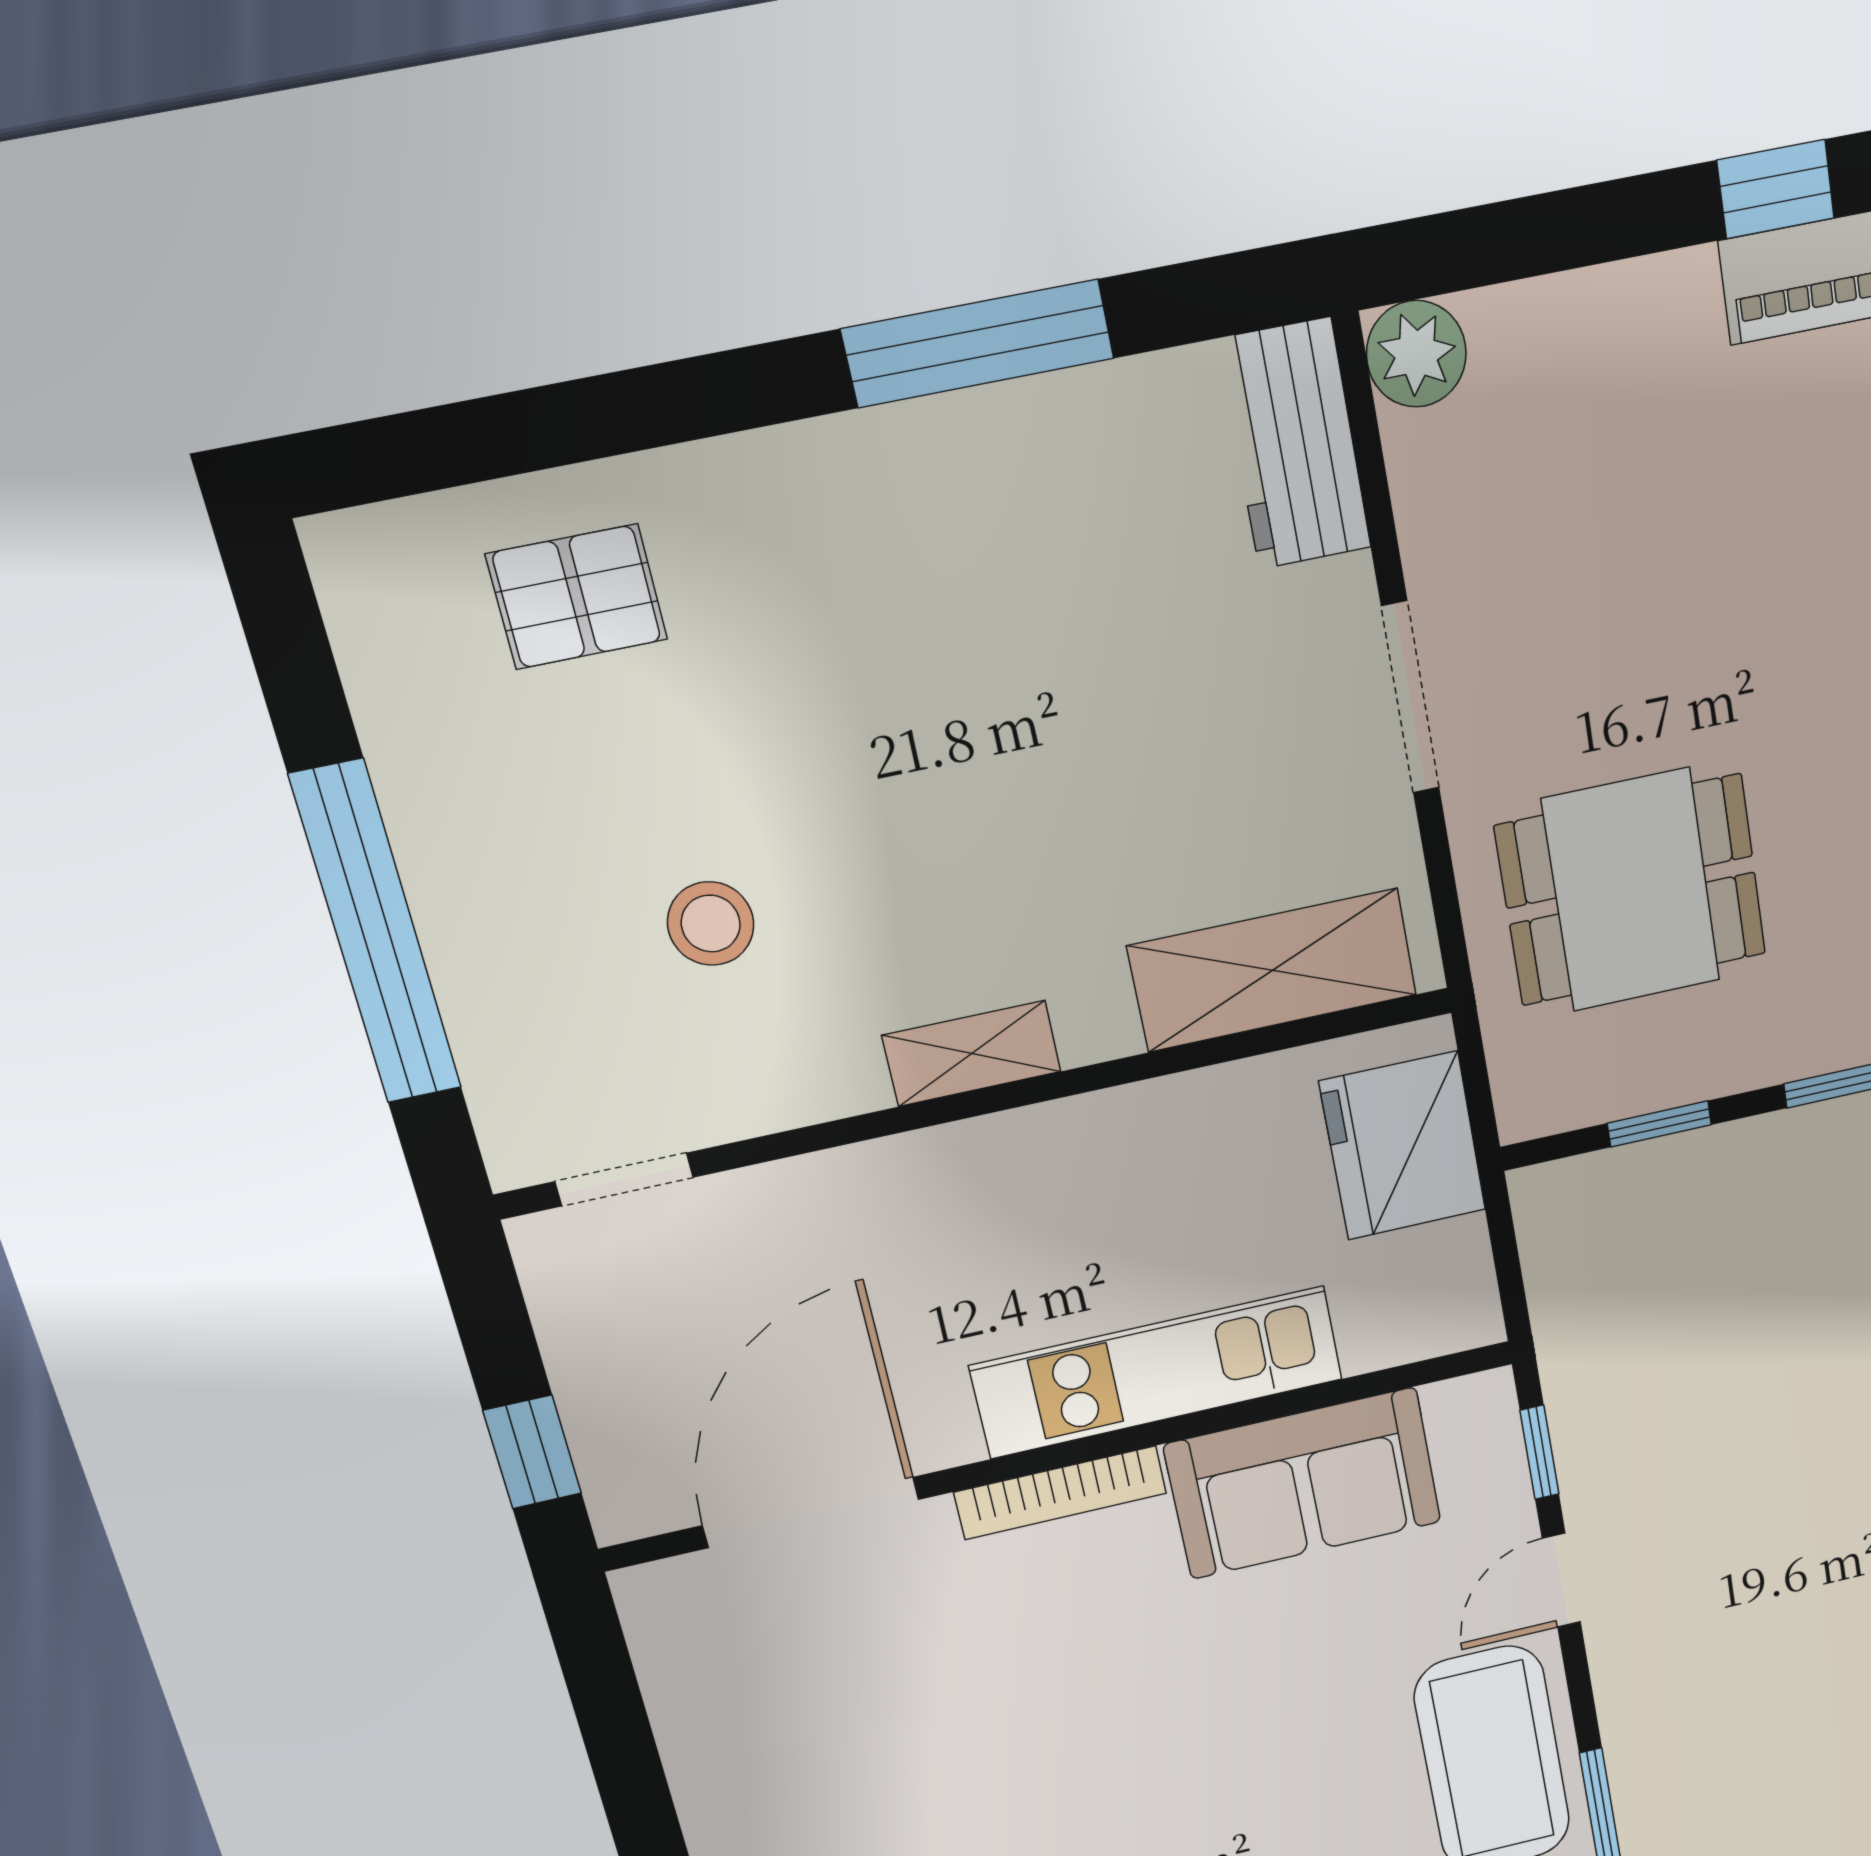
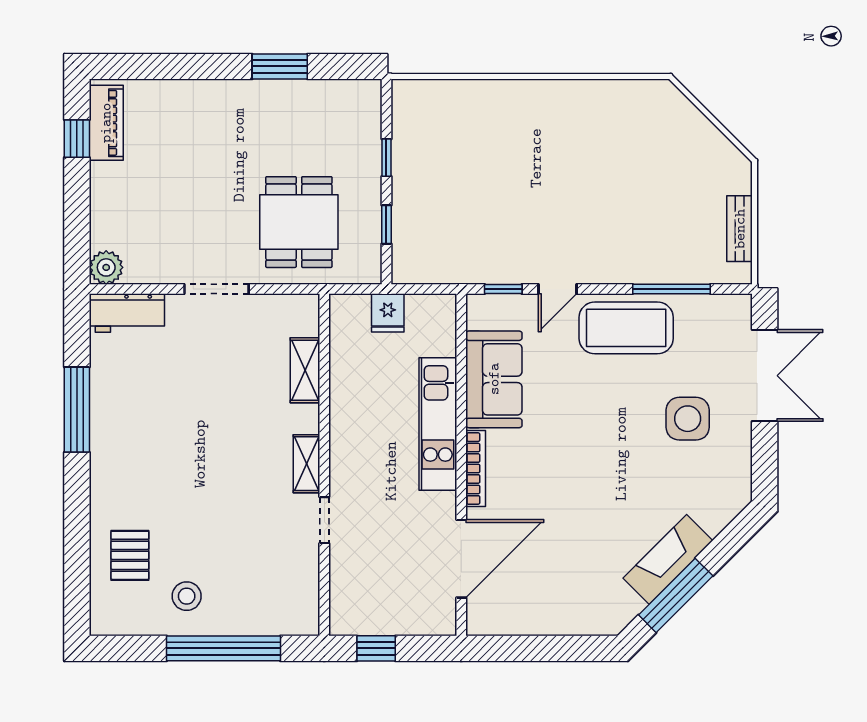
stool: (711, 924) -> (187, 596), moved
shelving: (1273, 970) -> (305, 370), width x0.67, depth x0.75
fridge: (1403, 1146) -> (388, 313), width x0.53, depth x0.75
doorway: (624, 1179) -> (324, 520), moved
window: (532, 1452) -> (376, 648), moved
door: (811, 1512) -> (461, 559), swing flipped
door: (1561, 1580) -> (558, 289), hinge flipped

